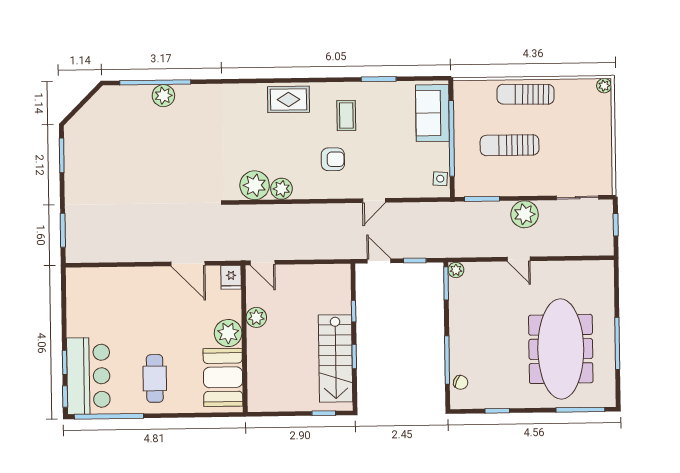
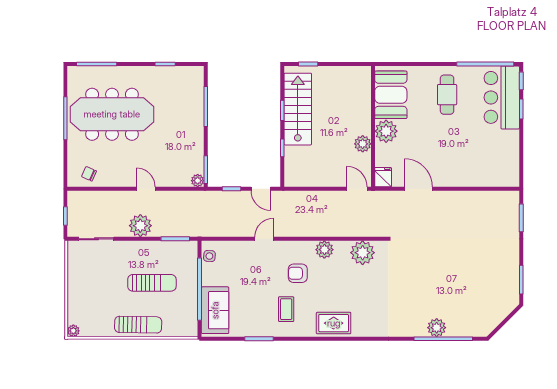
plant: (281, 189) -> (324, 250), moved
meeting table: (561, 349) -> (112, 114), turned 90
chair: (461, 382) -> (89, 174), moved

